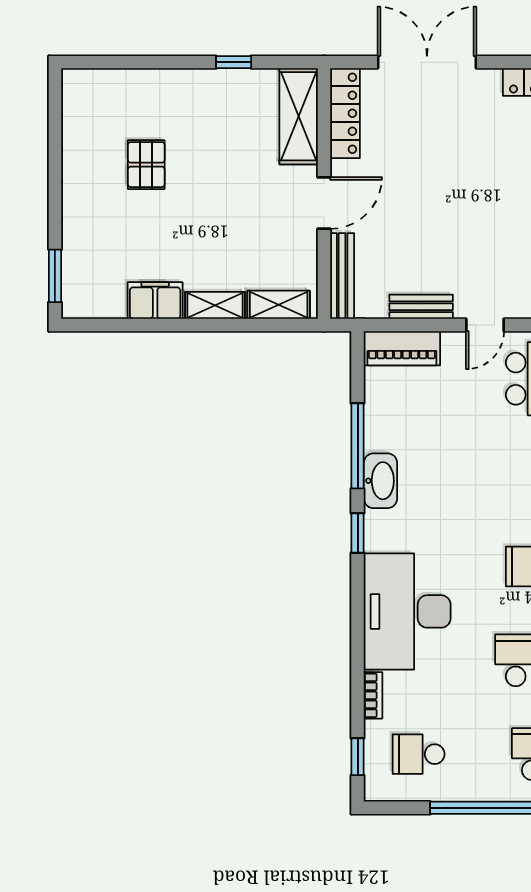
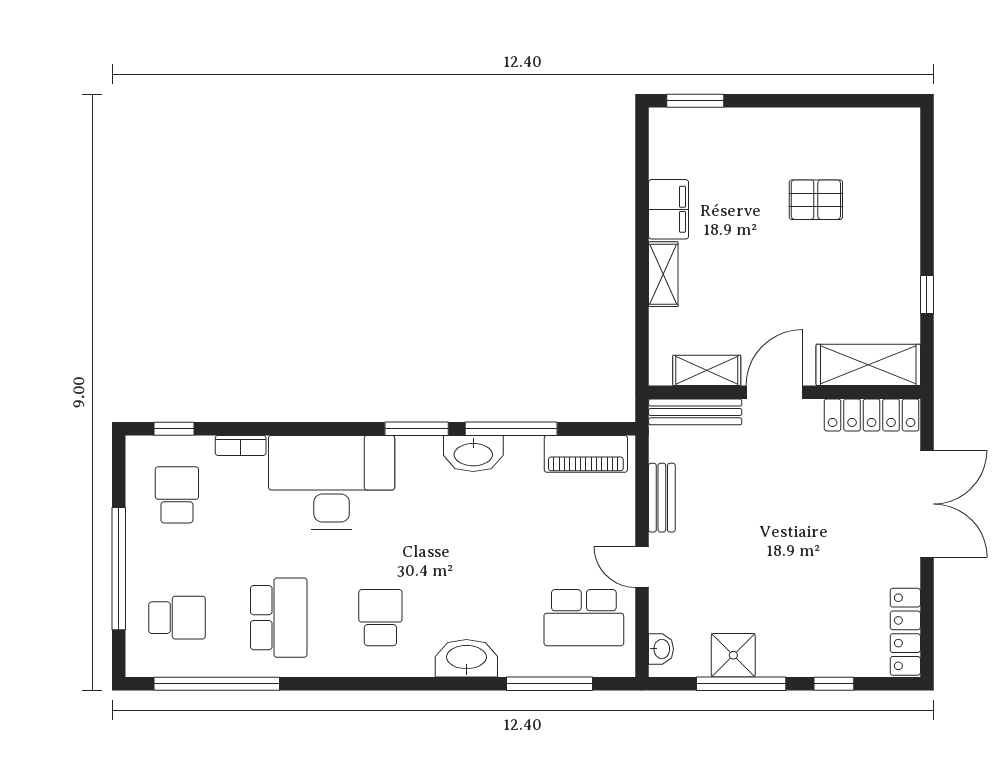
door: (324, 203) -> (774, 392), swing flipped
shelving: (279, 305) -> (707, 370), moved, turned 90
piano: (402, 348) -> (586, 454), moved, turned -90
window: (358, 533) -> (417, 429), width x1.50

